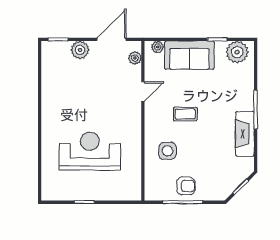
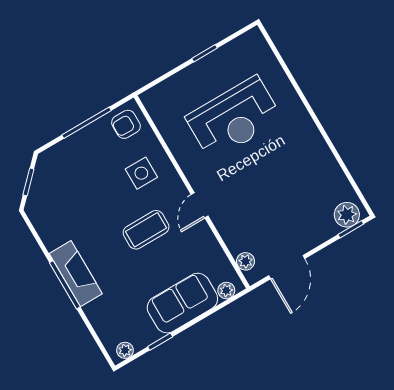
plant: (80, 50) -> (347, 215), moved
plant: (237, 52) -> (125, 350), width x0.53, depth x0.53
door: (143, 91) -> (200, 205), moved
coffee table: (185, 114) -> (146, 230), width x1.36, depth x1.30
fireplace: (245, 134) -> (76, 274), moved
armchair: (186, 186) -> (126, 124), moved

